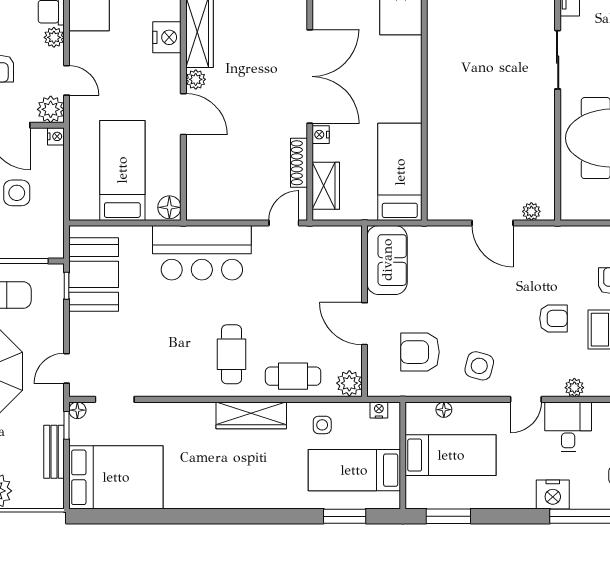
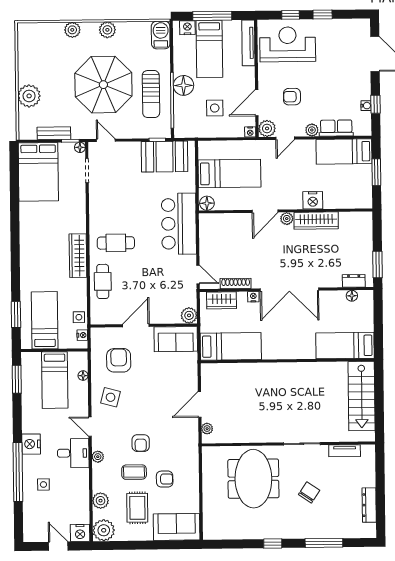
plant: (349, 383) -> (189, 315), moved
side table: (322, 425) -> (79, 317), moved

